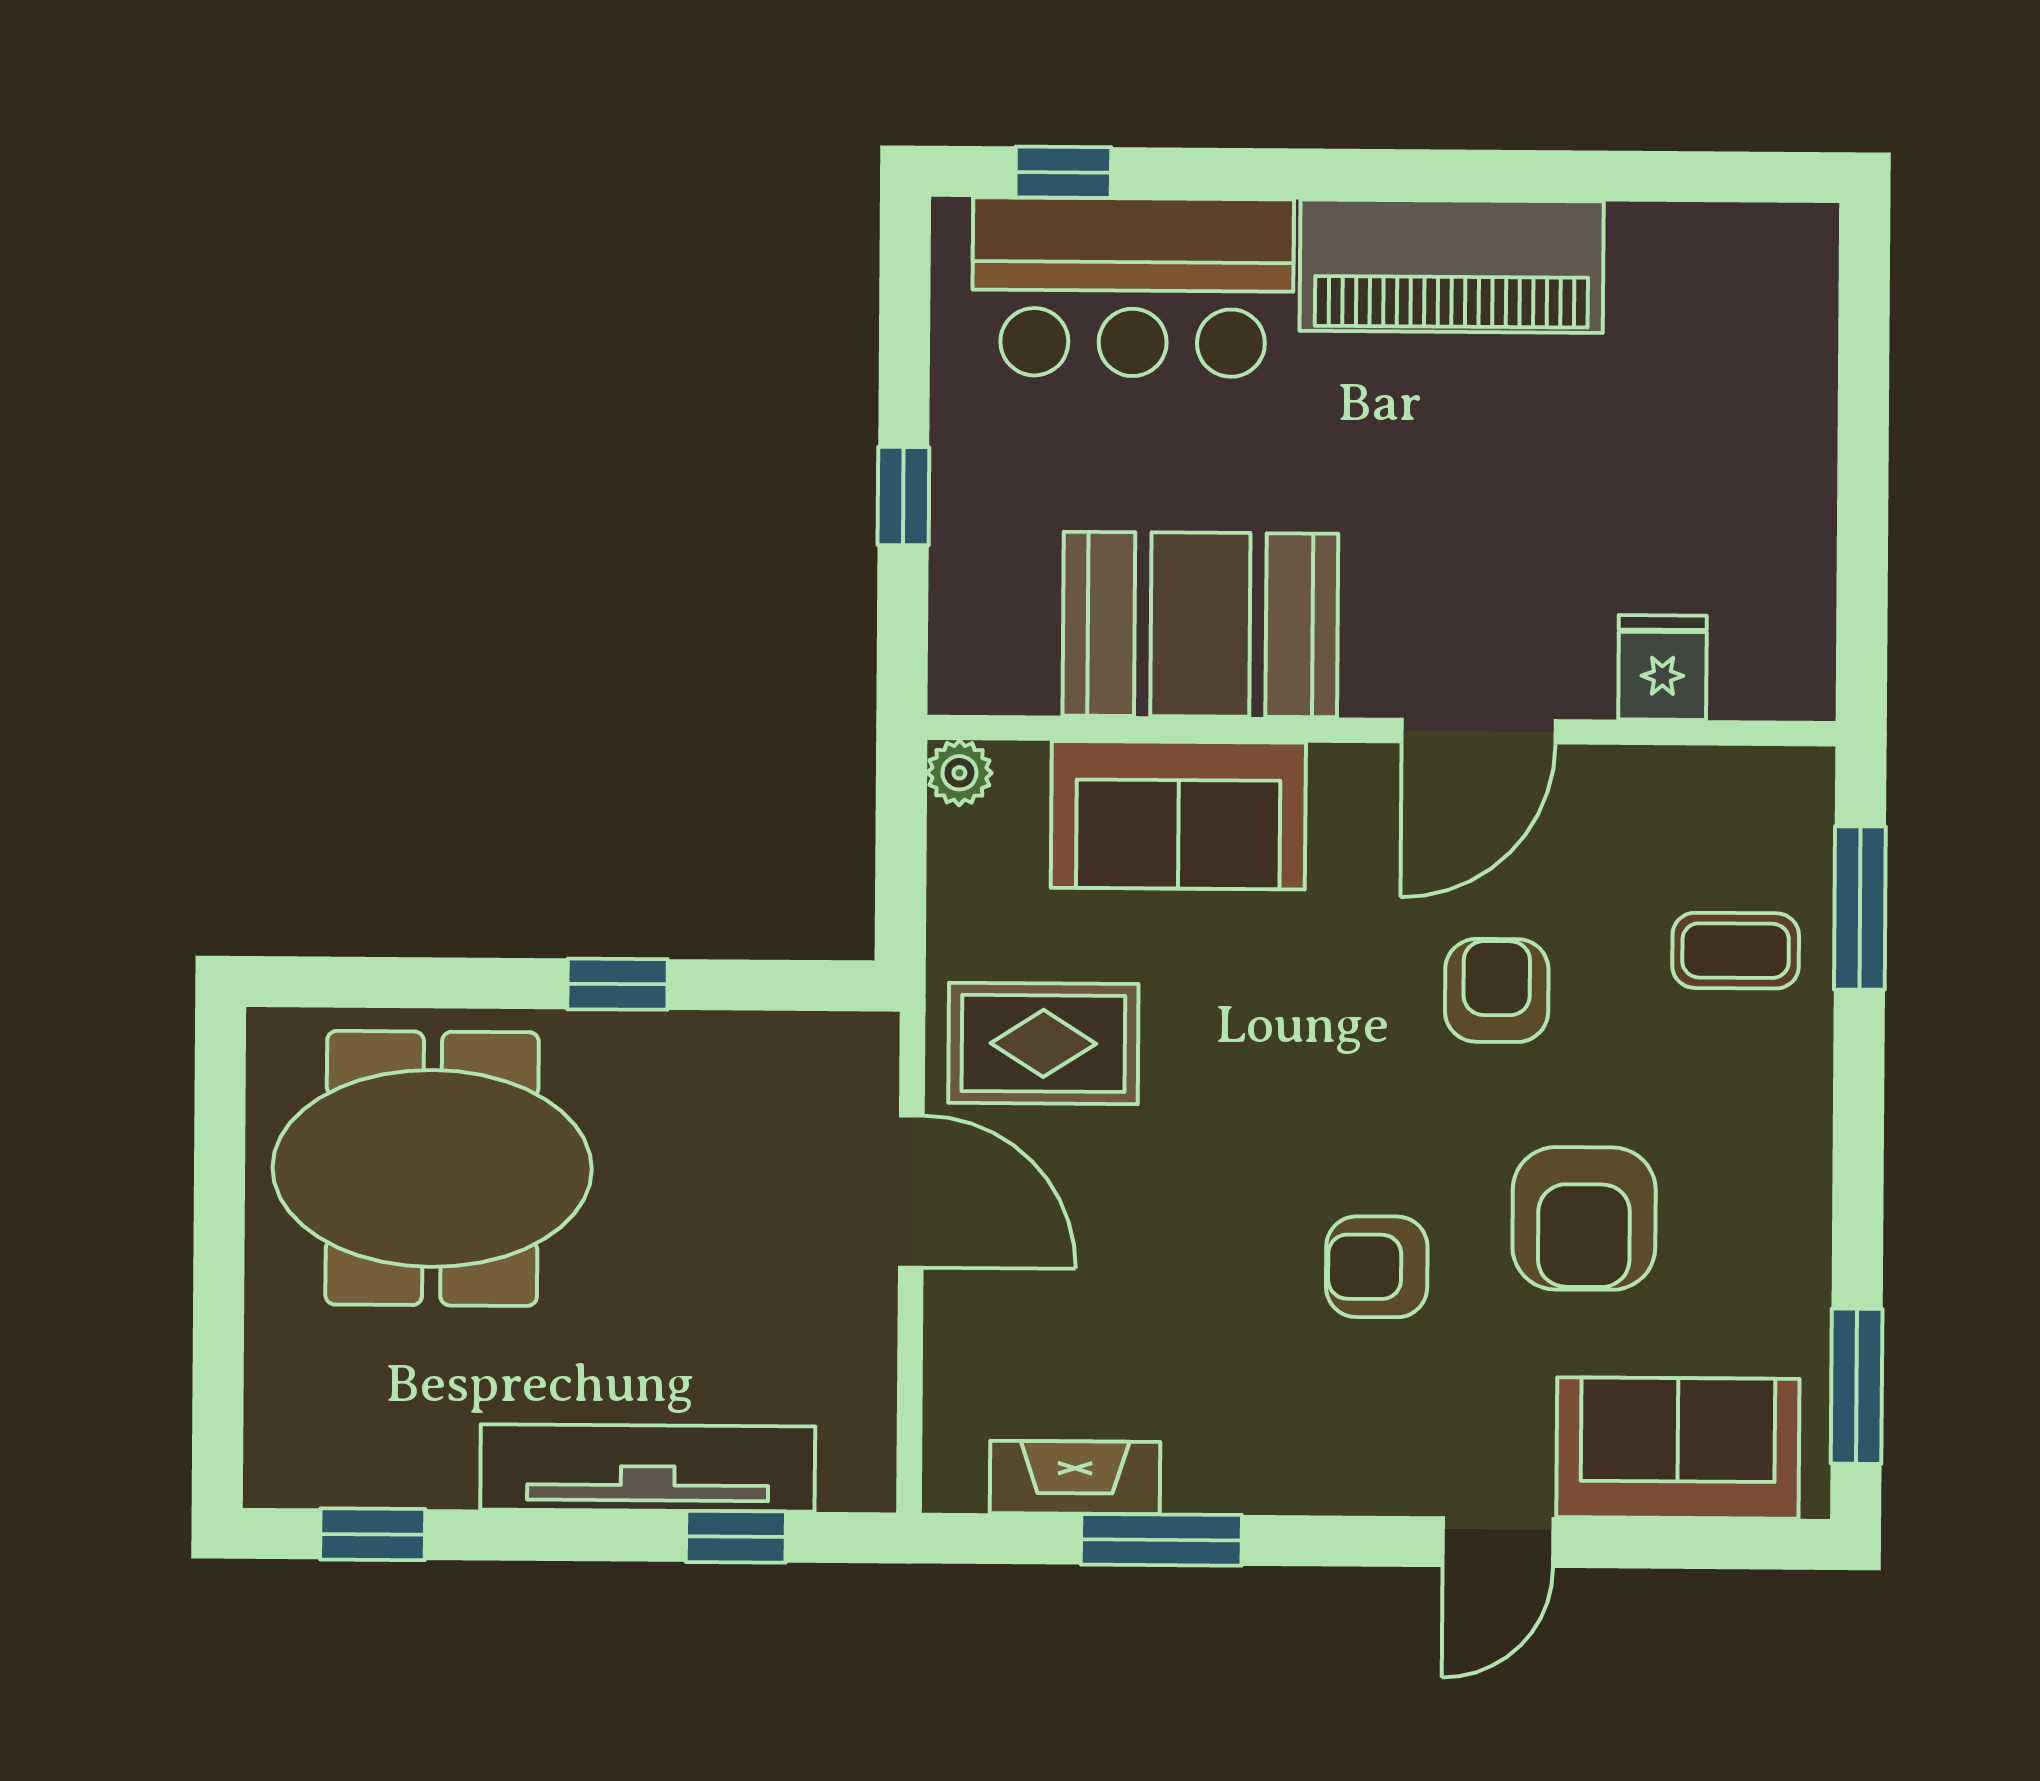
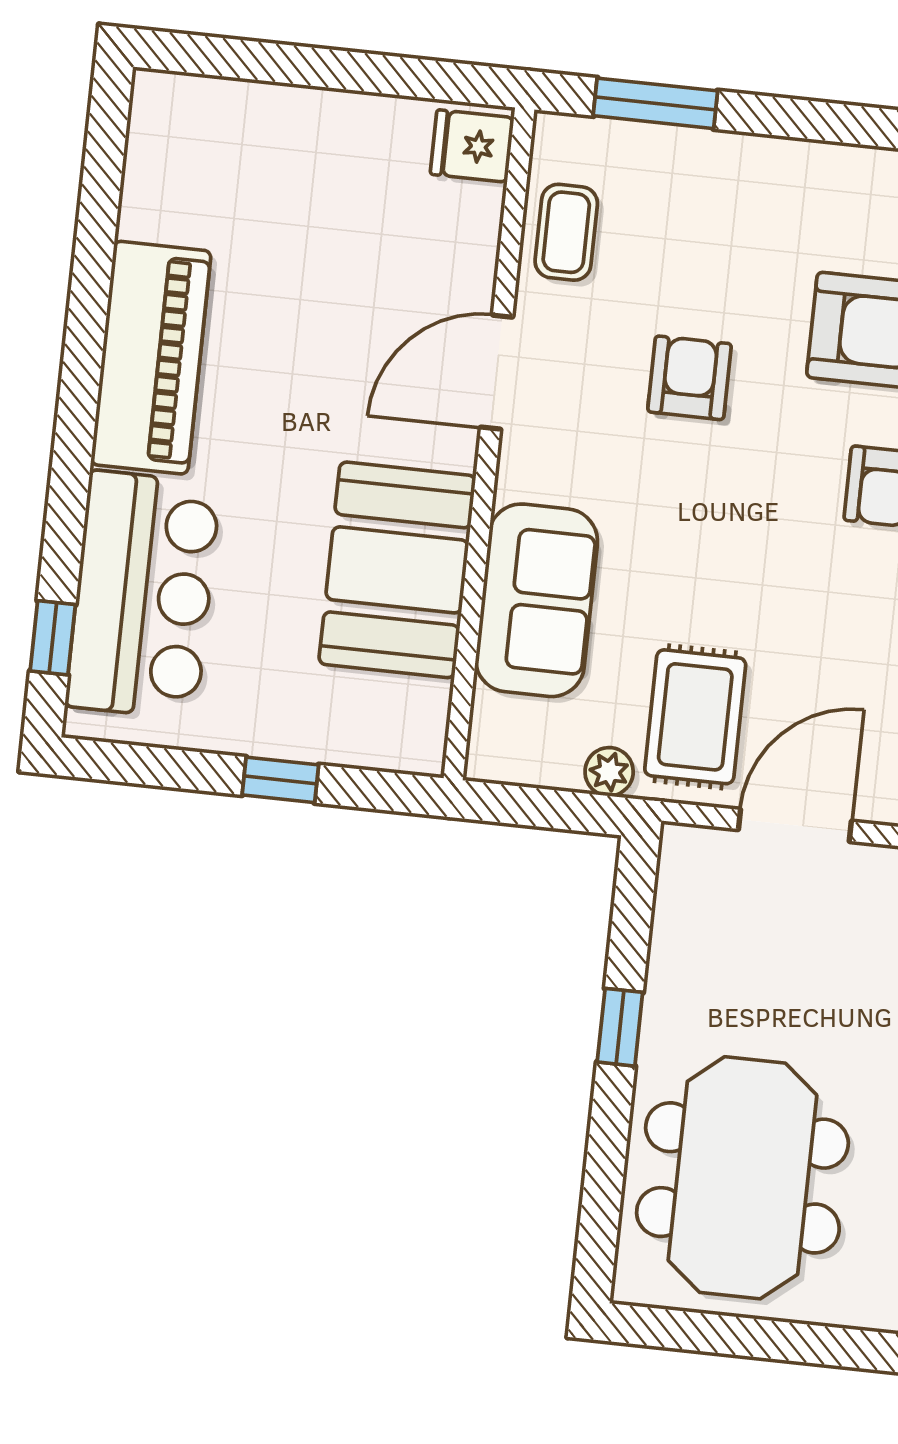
fridge: (1662, 667) -> (472, 146), moved
door: (1479, 731) -> (497, 372), swing flipped
plant: (959, 773) -> (609, 772), moved
coffee table: (1736, 951) -> (566, 232), moved
armchair: (1497, 990) -> (689, 378), turned 90

